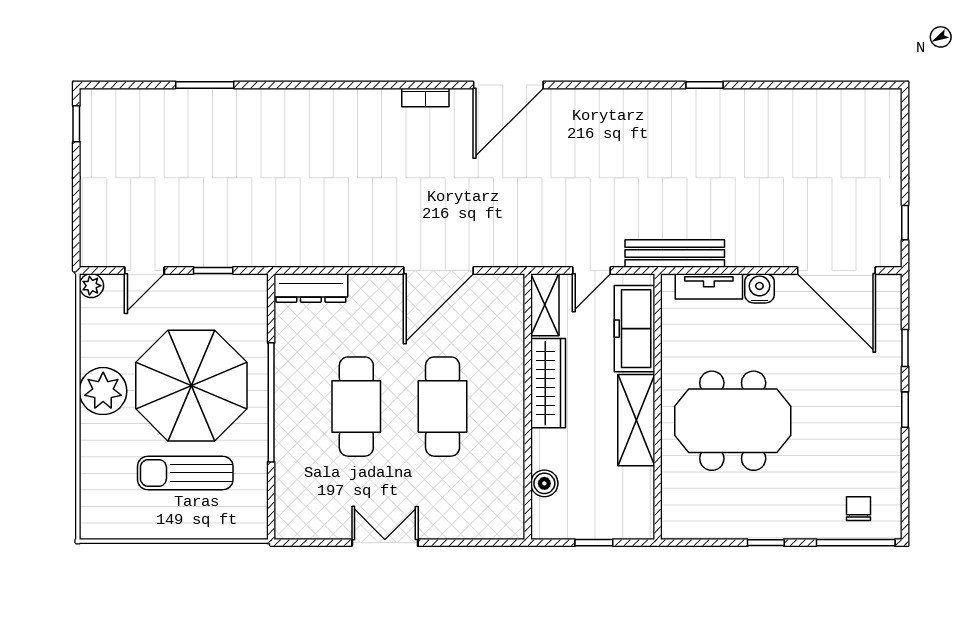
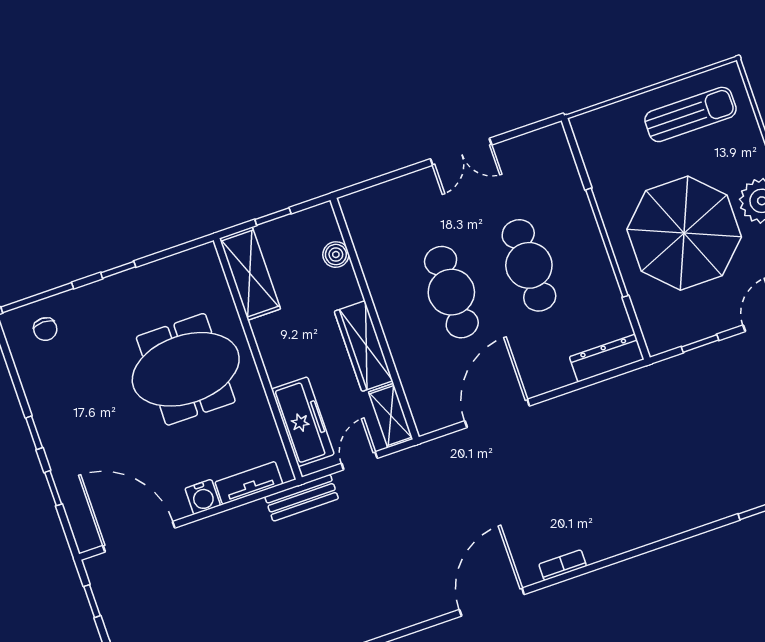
bench: (675, 254) -> (302, 498), width x0.73
shelving: (636, 420) -> (250, 274), moved
sun lounger: (185, 473) -> (690, 114), moved

